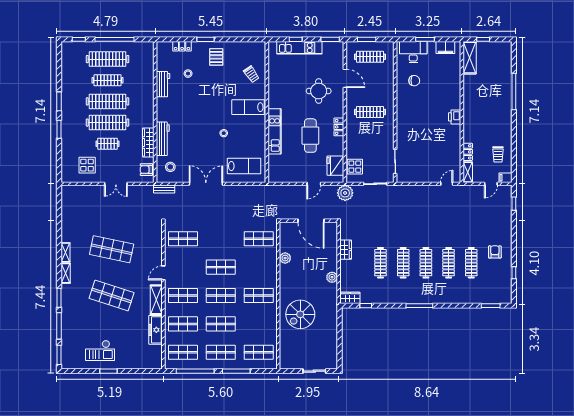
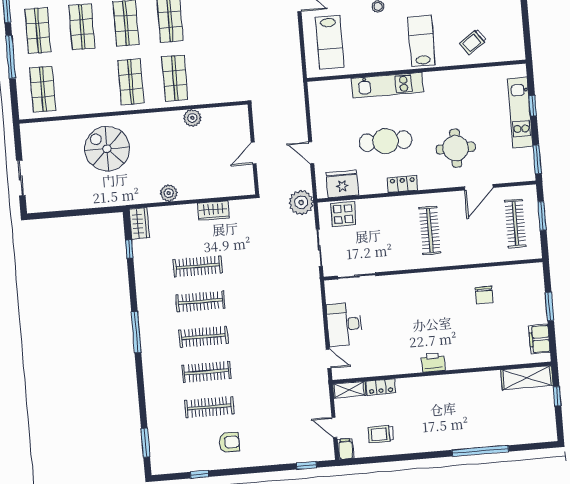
desk: (413, 52) -> (344, 324), moved, turned 180
door: (311, 221) -> (254, 153), width x0.53
shop shelf: (259, 239) -> (175, 78), moved

